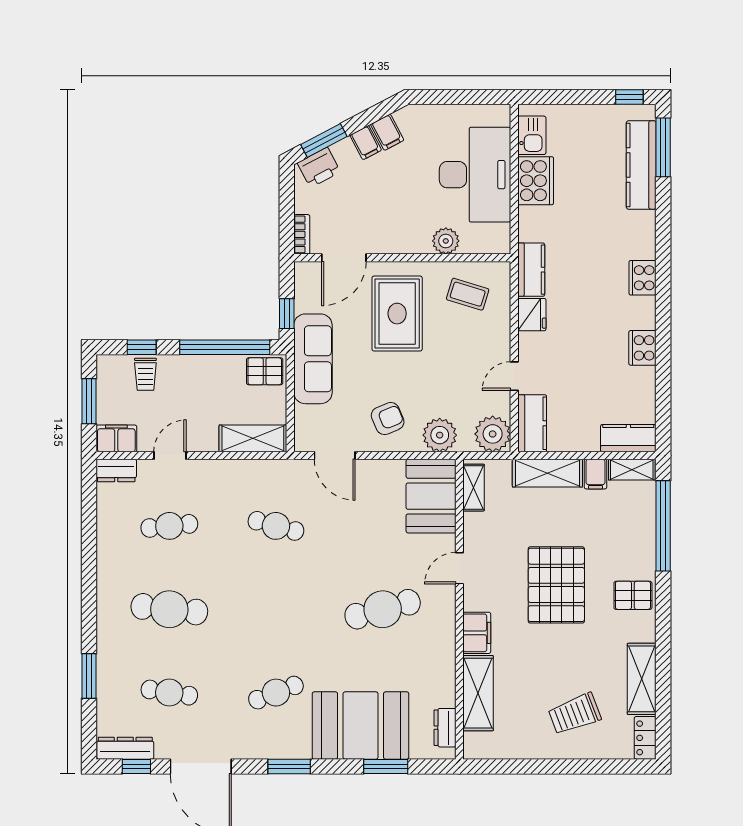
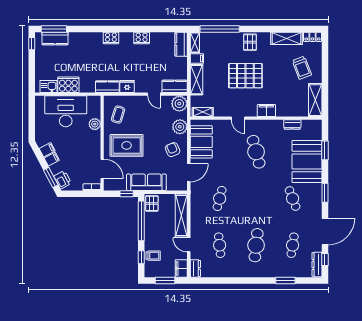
kitchen counter: (641, 165) -> (55, 39), width x0.67
shelving: (253, 438) -> (181, 216), width x1.47
booth: (431, 496) -> (201, 142), moved, turned 90
shelving: (478, 693) -> (315, 100), moved, turned 90
dresser: (445, 728) -> (292, 124), moved

